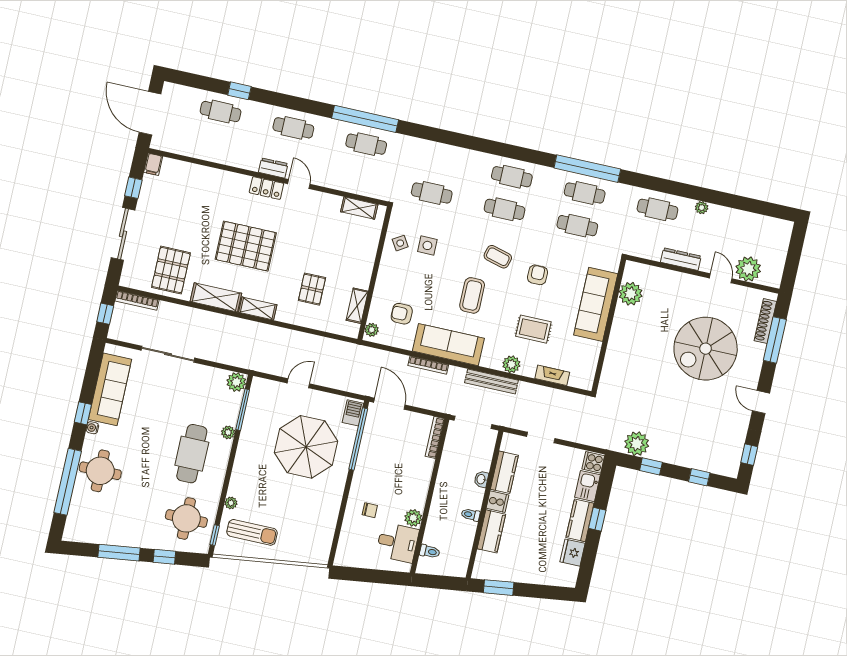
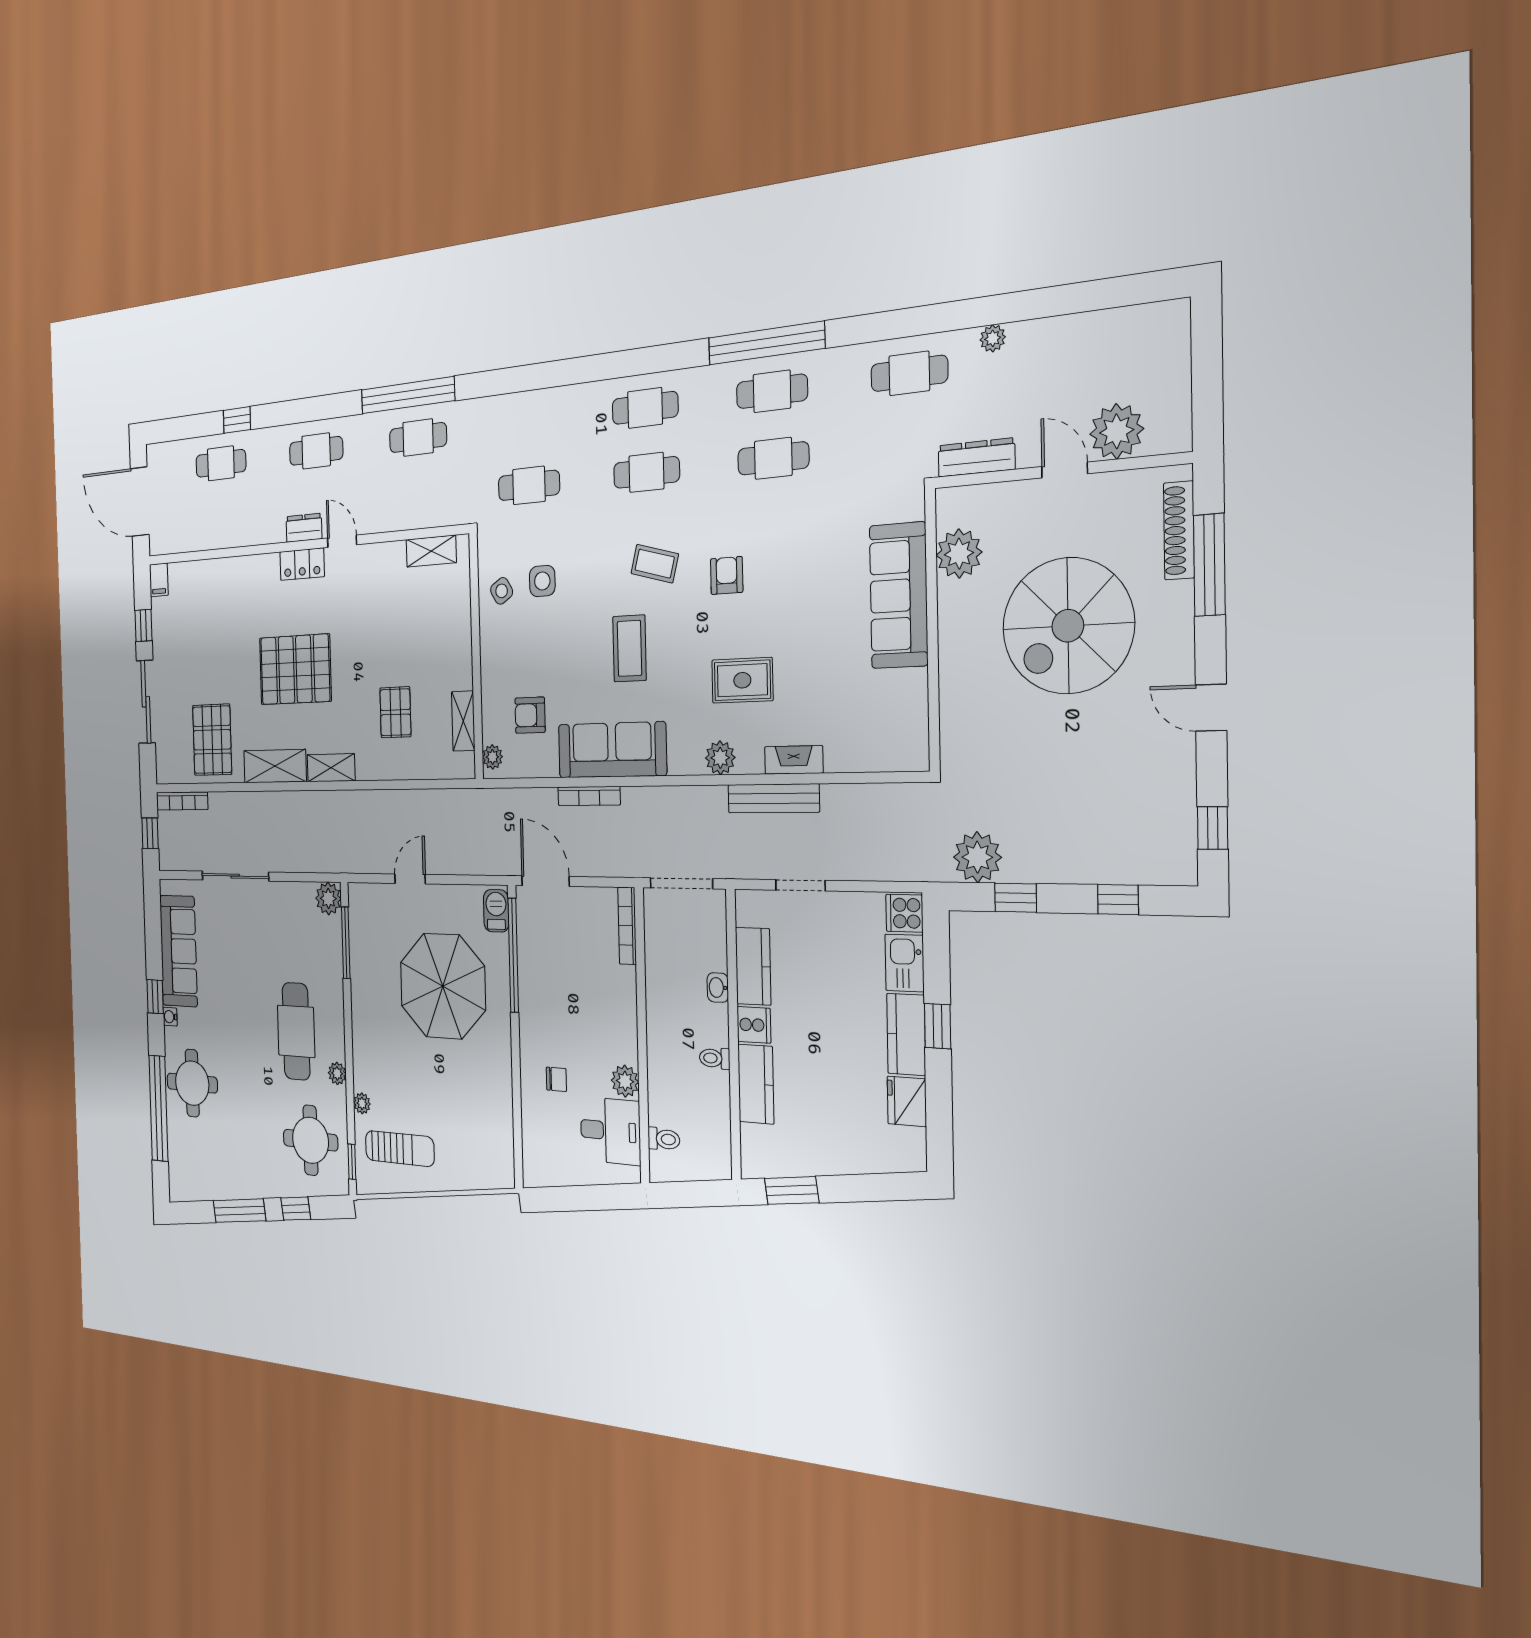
plant: (631, 294) -> (959, 554), moved
sofa: (596, 304) -> (899, 595), moved
wall: (609, 326) -> (932, 630), moved
bench: (491, 381) -> (773, 798), moved
plant: (228, 432) -> (337, 1073), moved

